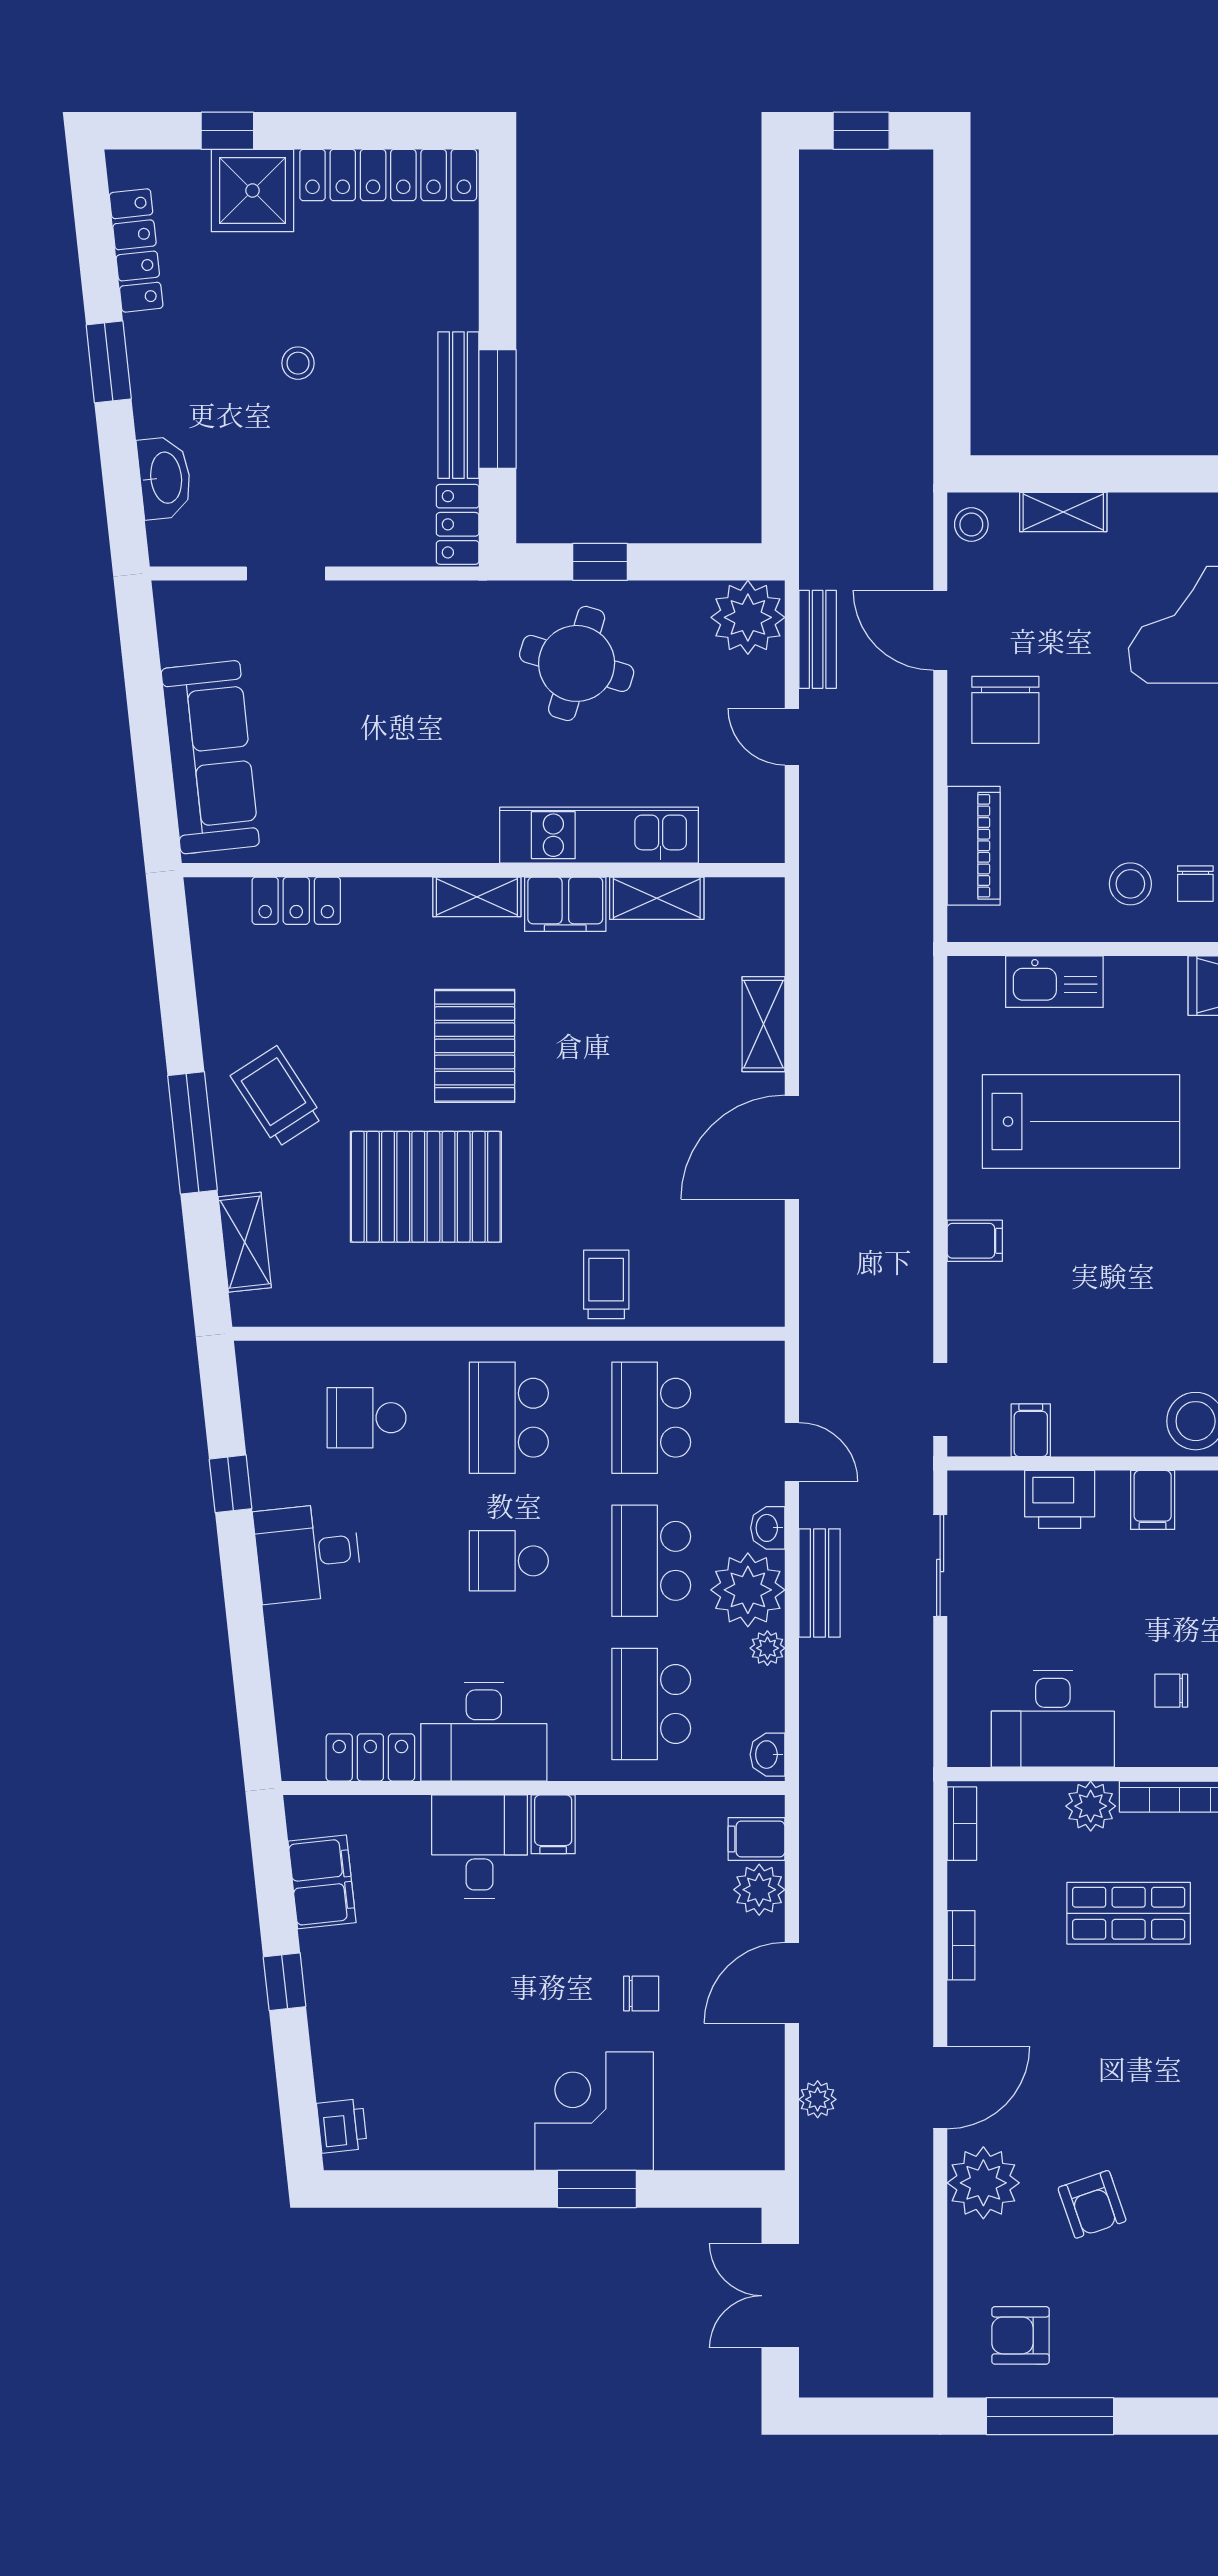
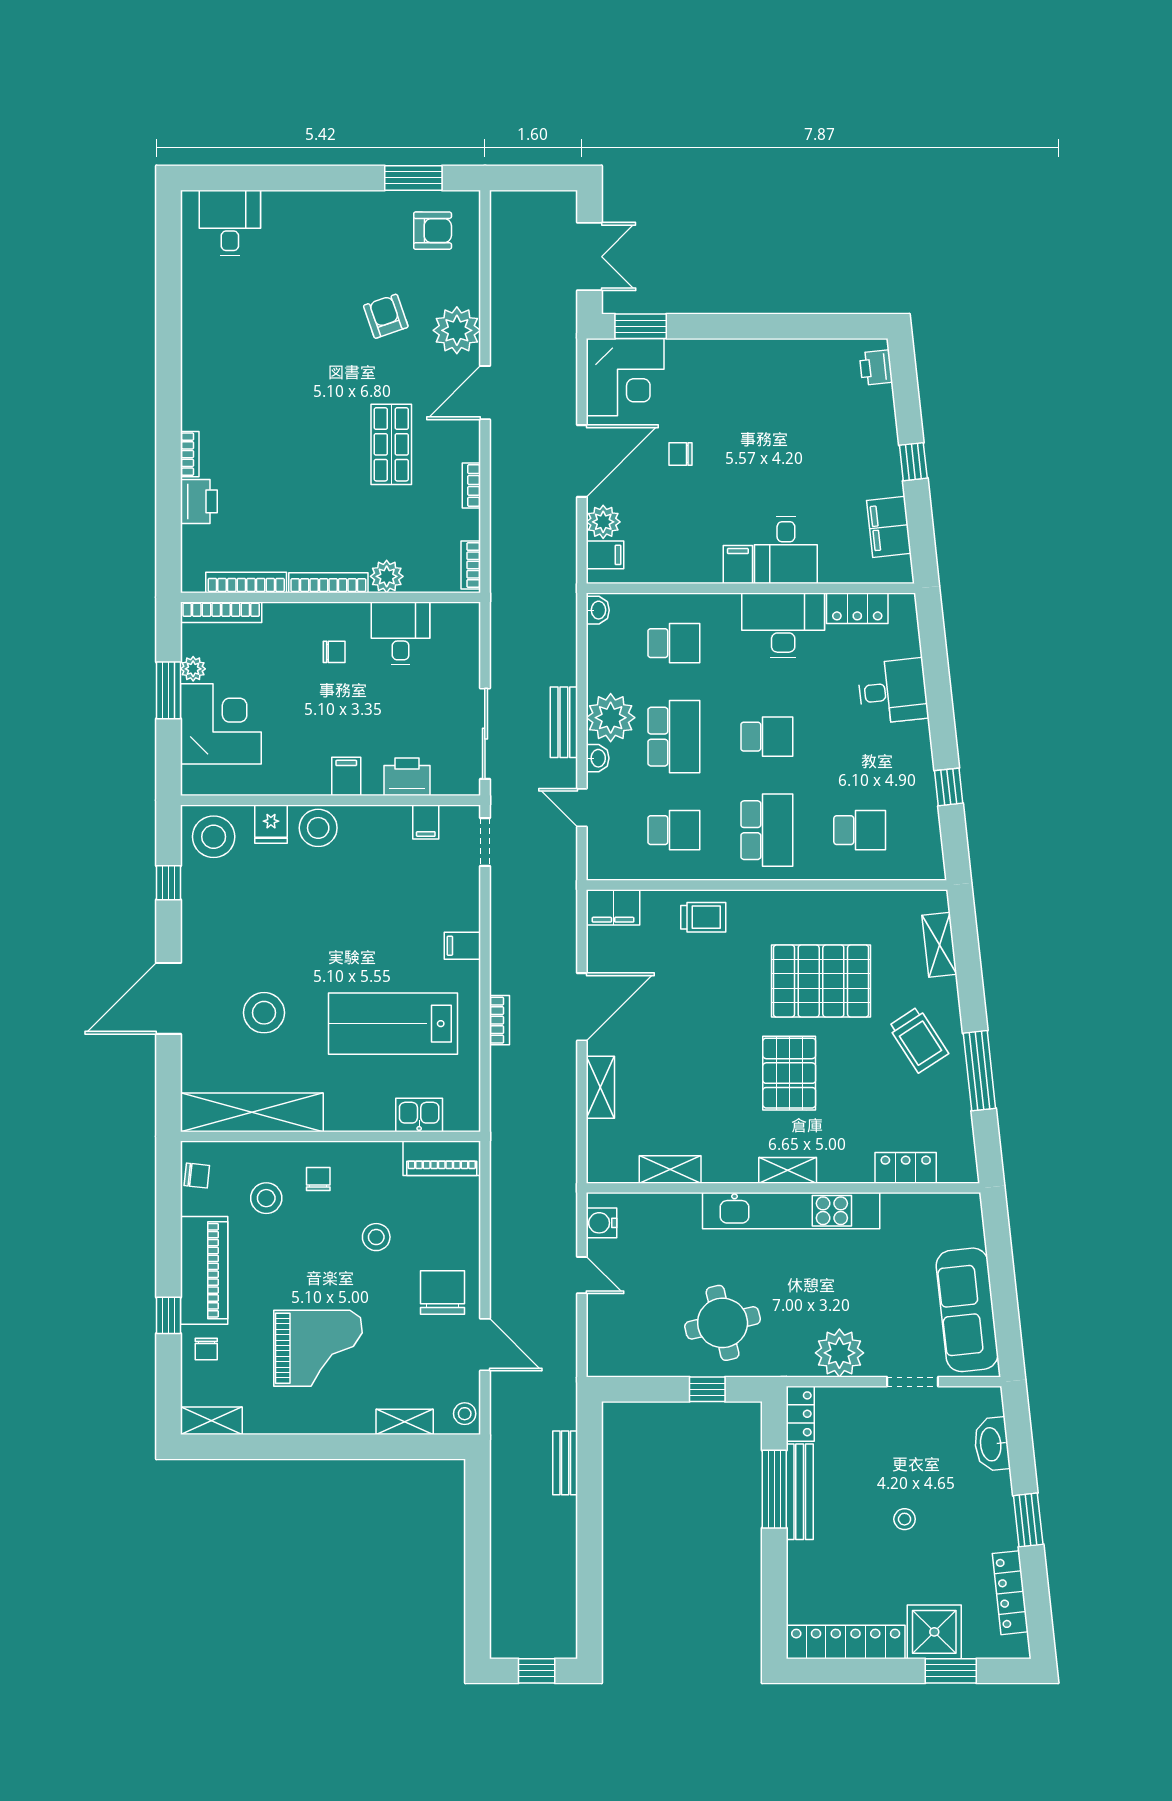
window: (227, 131) -> (951, 1671), width x1.50
plant: (748, 617) -> (839, 1353), moved
bench: (818, 639) -> (565, 1463), moved
round table: (577, 663) -> (723, 1323), turned -30
sofa: (210, 757) -> (967, 1310), moved
water cooler: (762, 817) -> (602, 1223), added
kitchen unit: (599, 835) -> (791, 1211), moved, width x1.36
piano: (974, 846) -> (442, 1158), moved, turned -90
stool: (1130, 884) -> (376, 1237), moved
filing cabinet: (565, 904) -> (613, 907), moved, turned 180
kitchen sink: (1054, 982) -> (419, 1115), width x0.73
bookcase: (918, 1127) -> (499, 1020), added
window: (192, 1133) -> (979, 1071), moved
trolley: (606, 1284) -> (703, 917), turned -90
school desk: (651, 1418) -> (674, 830), width x0.54
desk: (308, 1553) -> (893, 691), moved
sliding door: (940, 1565) -> (485, 734), width x1.37
plant: (767, 1648) -> (598, 680), removed
school desk: (651, 1704) -> (674, 643), width x0.54
desk: (1053, 1719) -> (401, 633), width x0.73
shop shelf: (1129, 1913) -> (391, 444), moved, turned 90
door: (792, 1983) -> (582, 461), width x1.36
plant: (818, 2099) -> (565, 385), removed
corner desk: (594, 2111) -> (625, 377), moved
window: (597, 2189) -> (641, 326), moved
window: (1050, 2416) -> (413, 178), width x0.69

